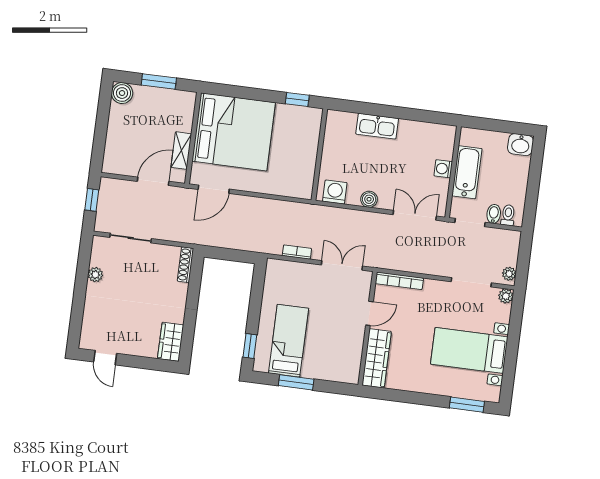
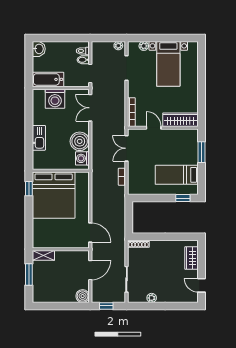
boiler: (122, 93) -> (83, 296), moved
bed: (234, 132) -> (54, 195), moved, turned 180
shelving: (181, 151) -> (43, 255), moved
washing machine: (443, 169) -> (55, 99), width x1.89, depth x1.89
bathtub: (467, 172) -> (48, 79), moved
door: (153, 181) -> (90, 270), swing flipped
boiler: (369, 199) -> (80, 141), width x1.86, depth x1.86
plant: (506, 296) -> (144, 46), moved
wardrobe: (171, 342) -> (191, 258), moved, turned 90
door: (105, 358) -> (201, 285), swing flipped
window: (296, 382) -> (201, 152), moved
window: (467, 405) -> (201, 61), removed

